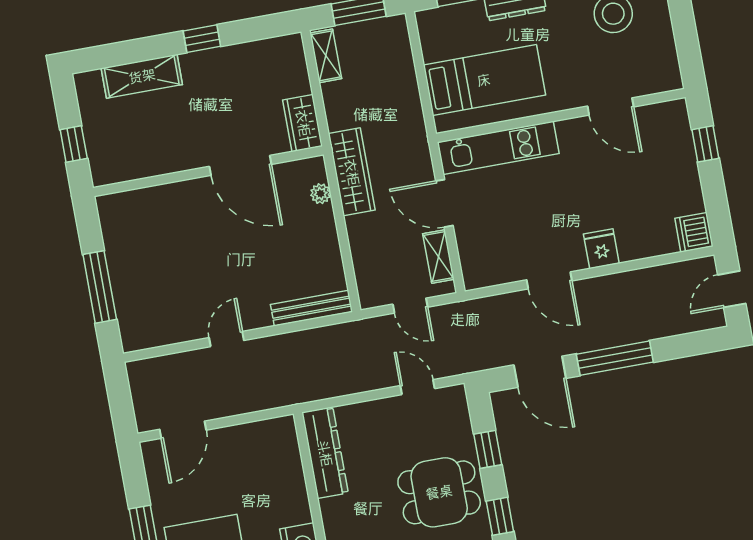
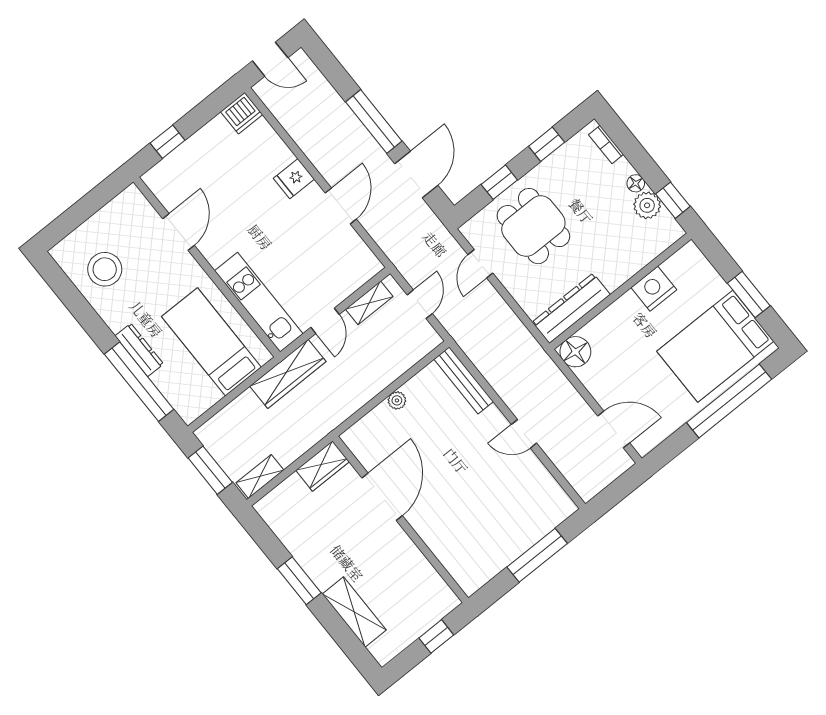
window: (202, 39) -> (299, 581), width x1.50
wardrobe: (352, 172) -> (288, 374), moved, turned 180
plant: (321, 194) -> (397, 400), moved
door: (444, 203) -> (325, 321), width x0.73
floor lamp: (280, 434) -> (575, 352), added
dining table: (439, 492) -> (533, 226), moved

